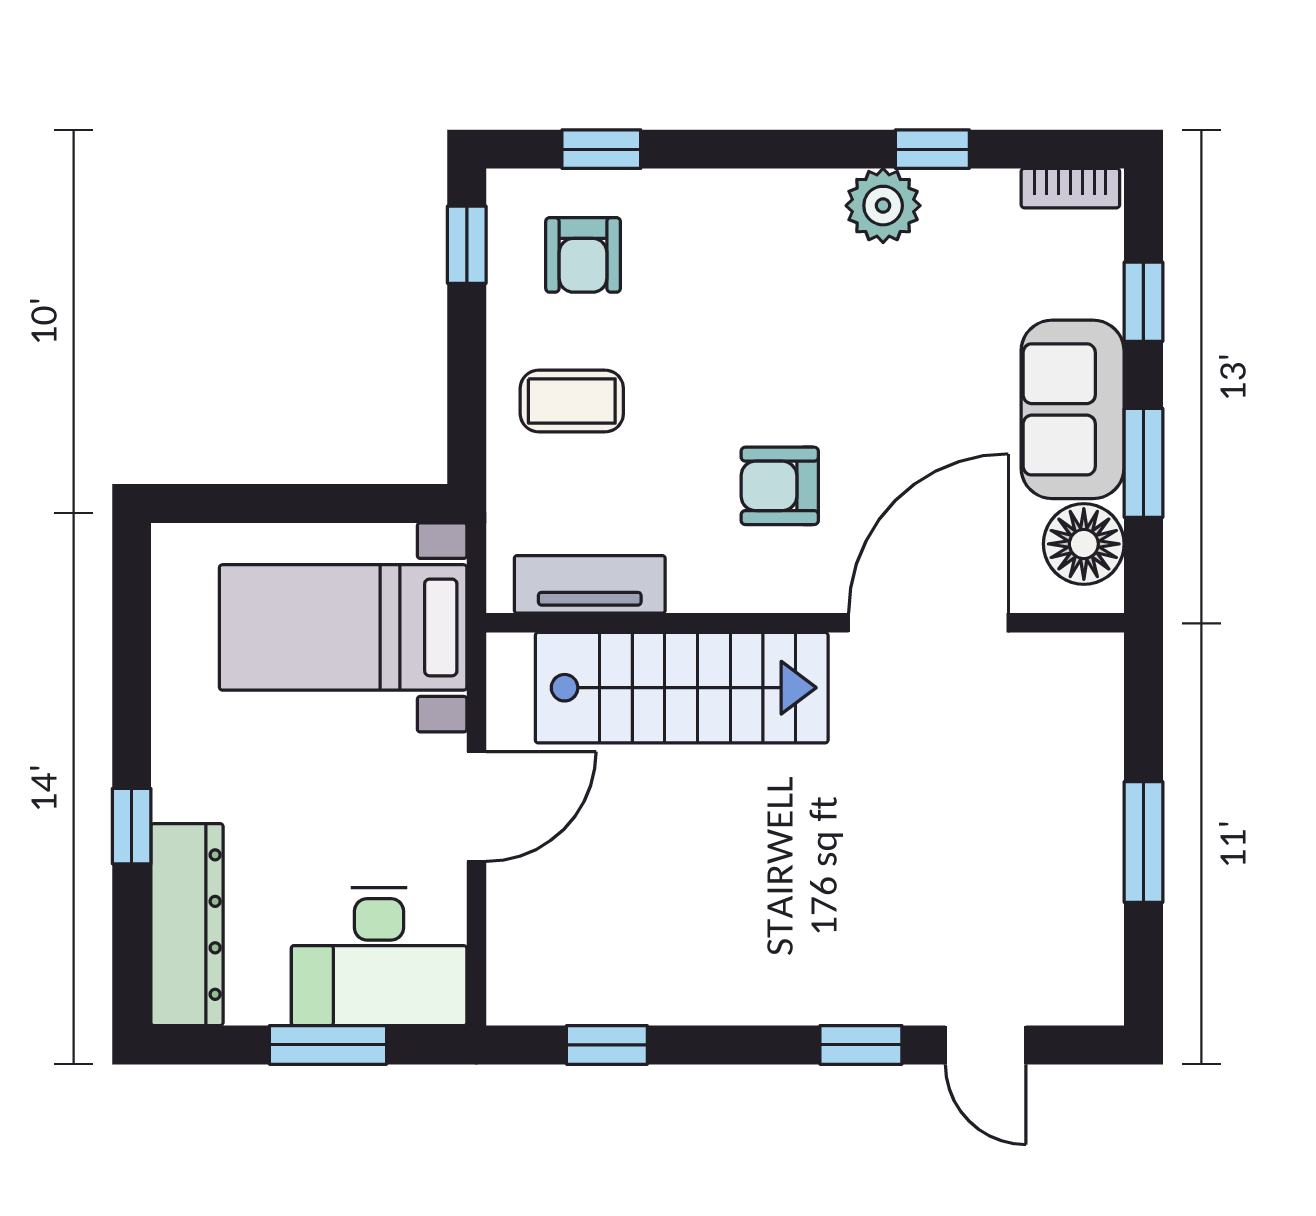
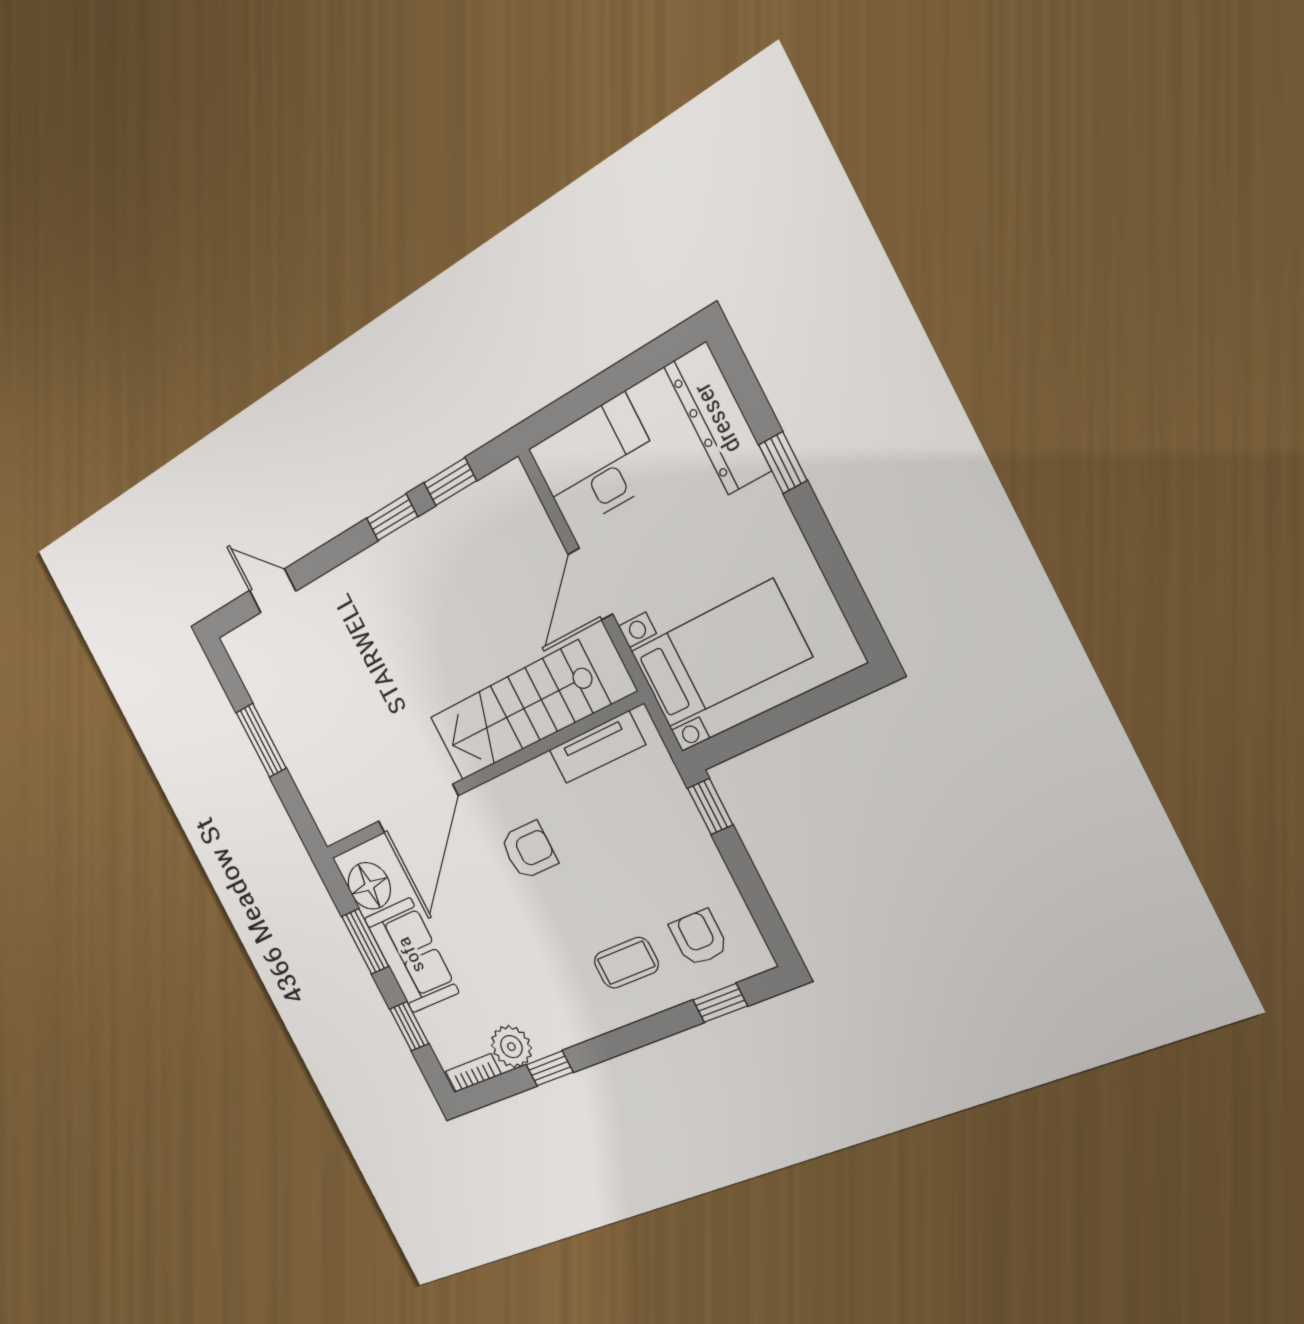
plant: (883, 206) -> (511, 1047), moved
window: (467, 245) -> (710, 806), moved
coffee table: (572, 401) -> (626, 963), moved
window: (328, 1045) -> (598, 391), removed
window: (861, 1045) -> (392, 517), moved

